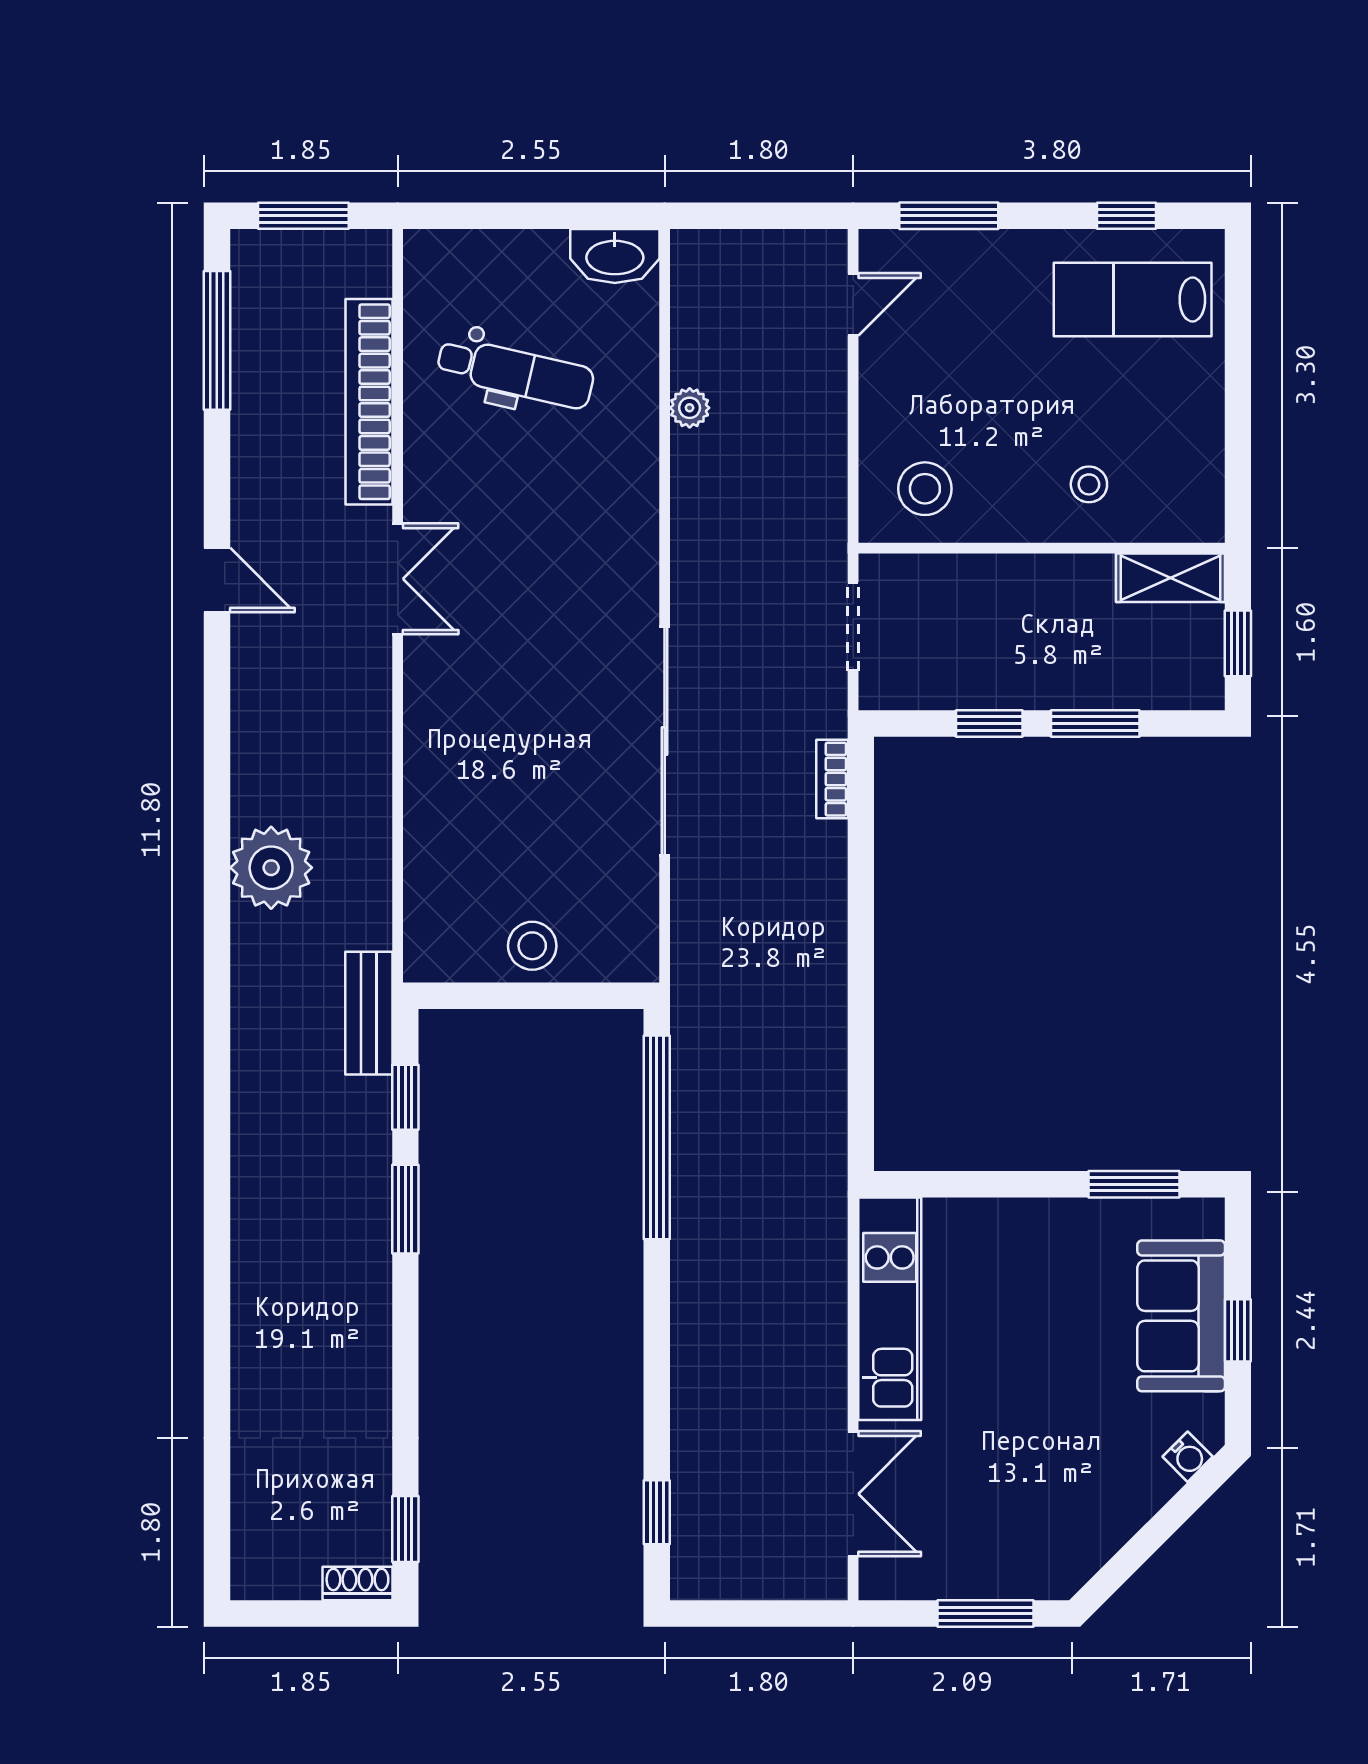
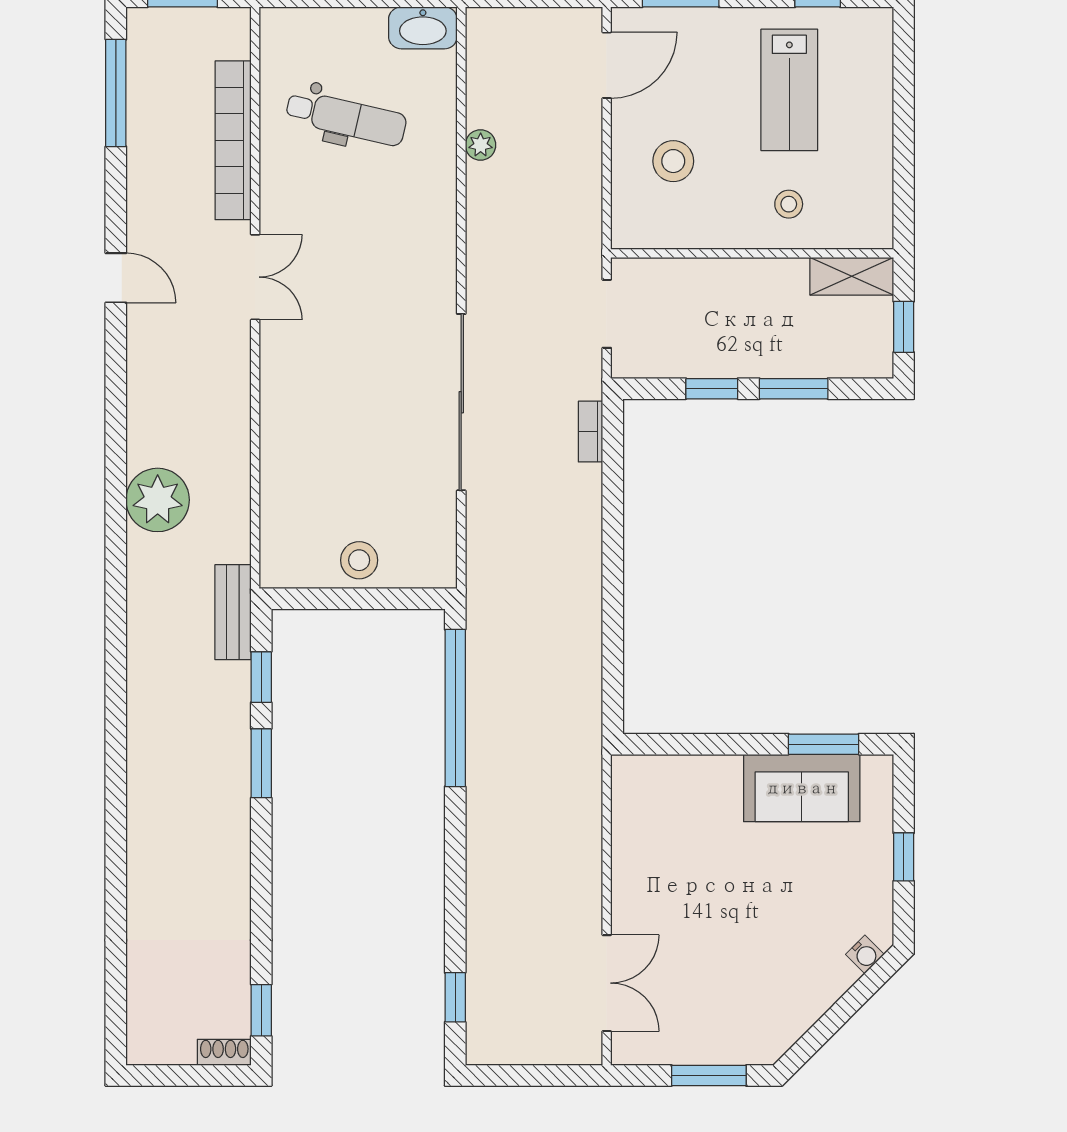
lab bench: (1133, 300) -> (789, 90), moved, turned -90
door: (853, 304) -> (607, 65), width x1.37
stool: (925, 489) -> (673, 161), moved
kitchen unit: (890, 1309) -> (635, 840), removed
sofa: (1181, 1316) -> (802, 788), moved, turned -90

